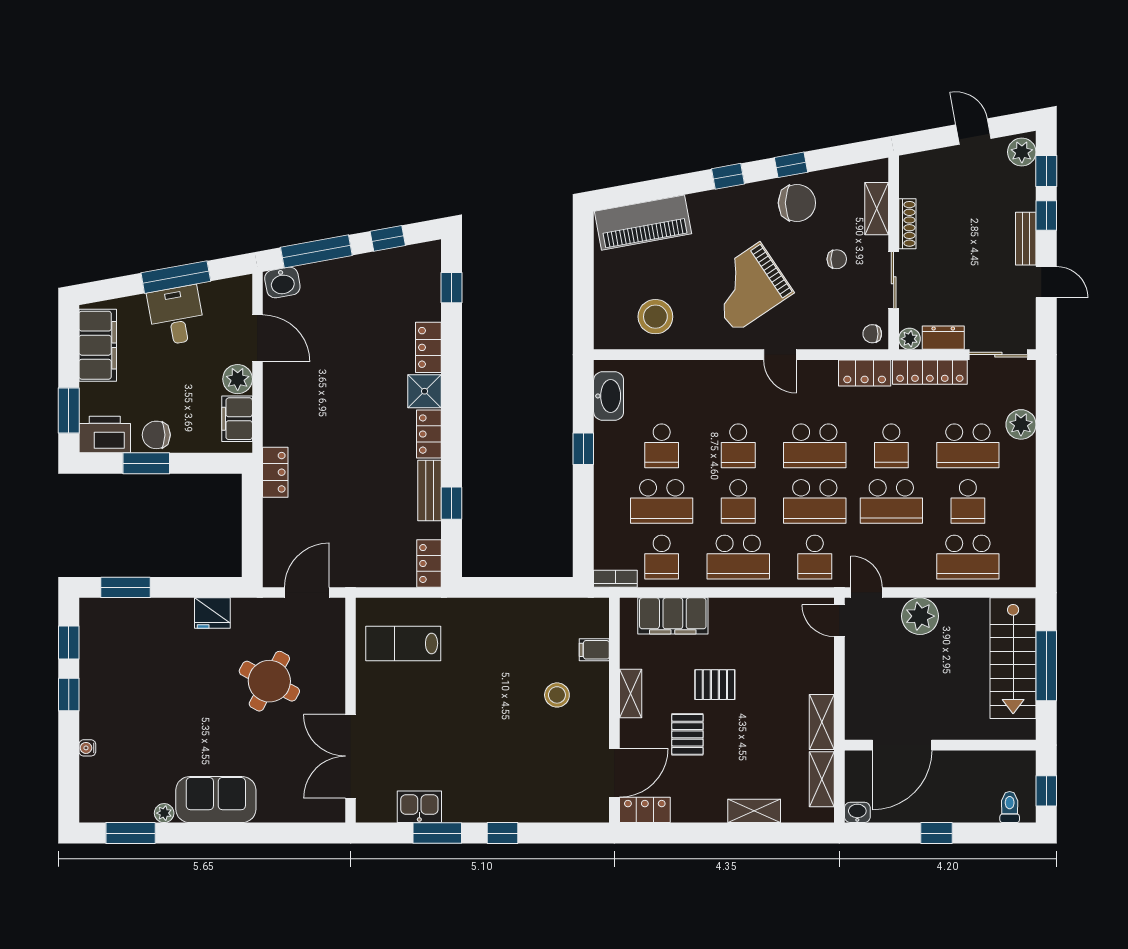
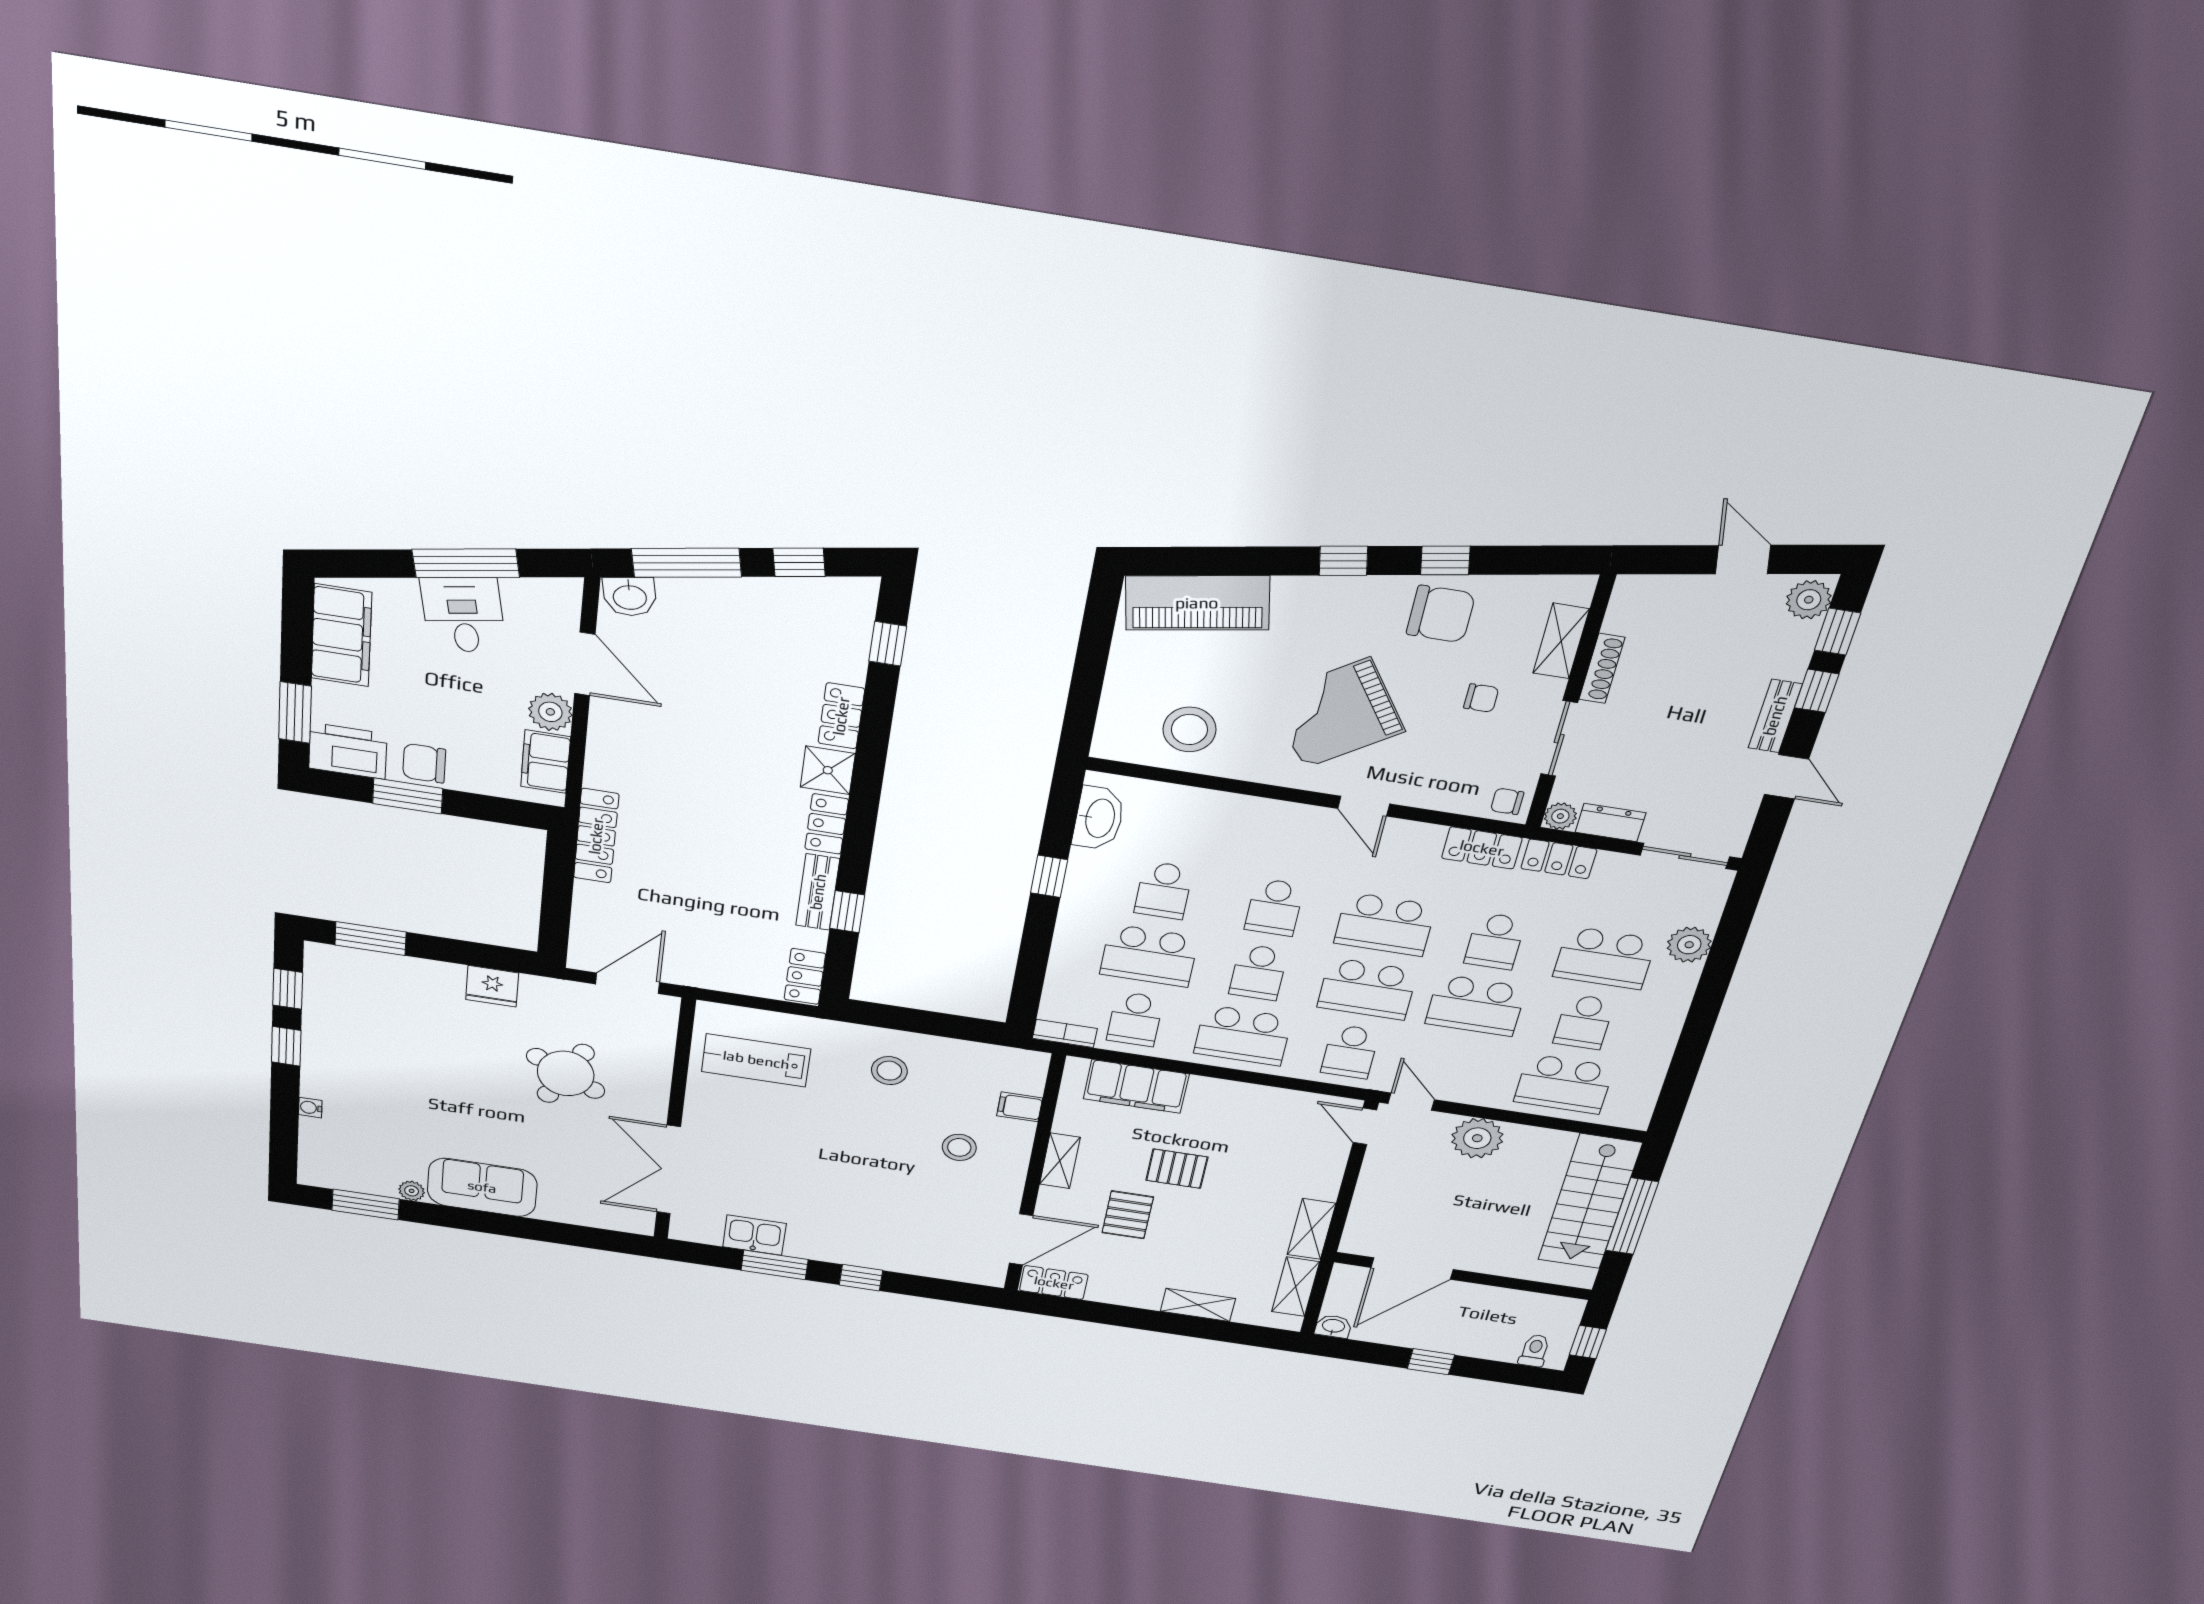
locker: (930, 372) -> (1559, 859), width x0.66
locker: (275, 472) -> (596, 836), width x1.53
stool: (498, 635) -> (889, 1071), added

